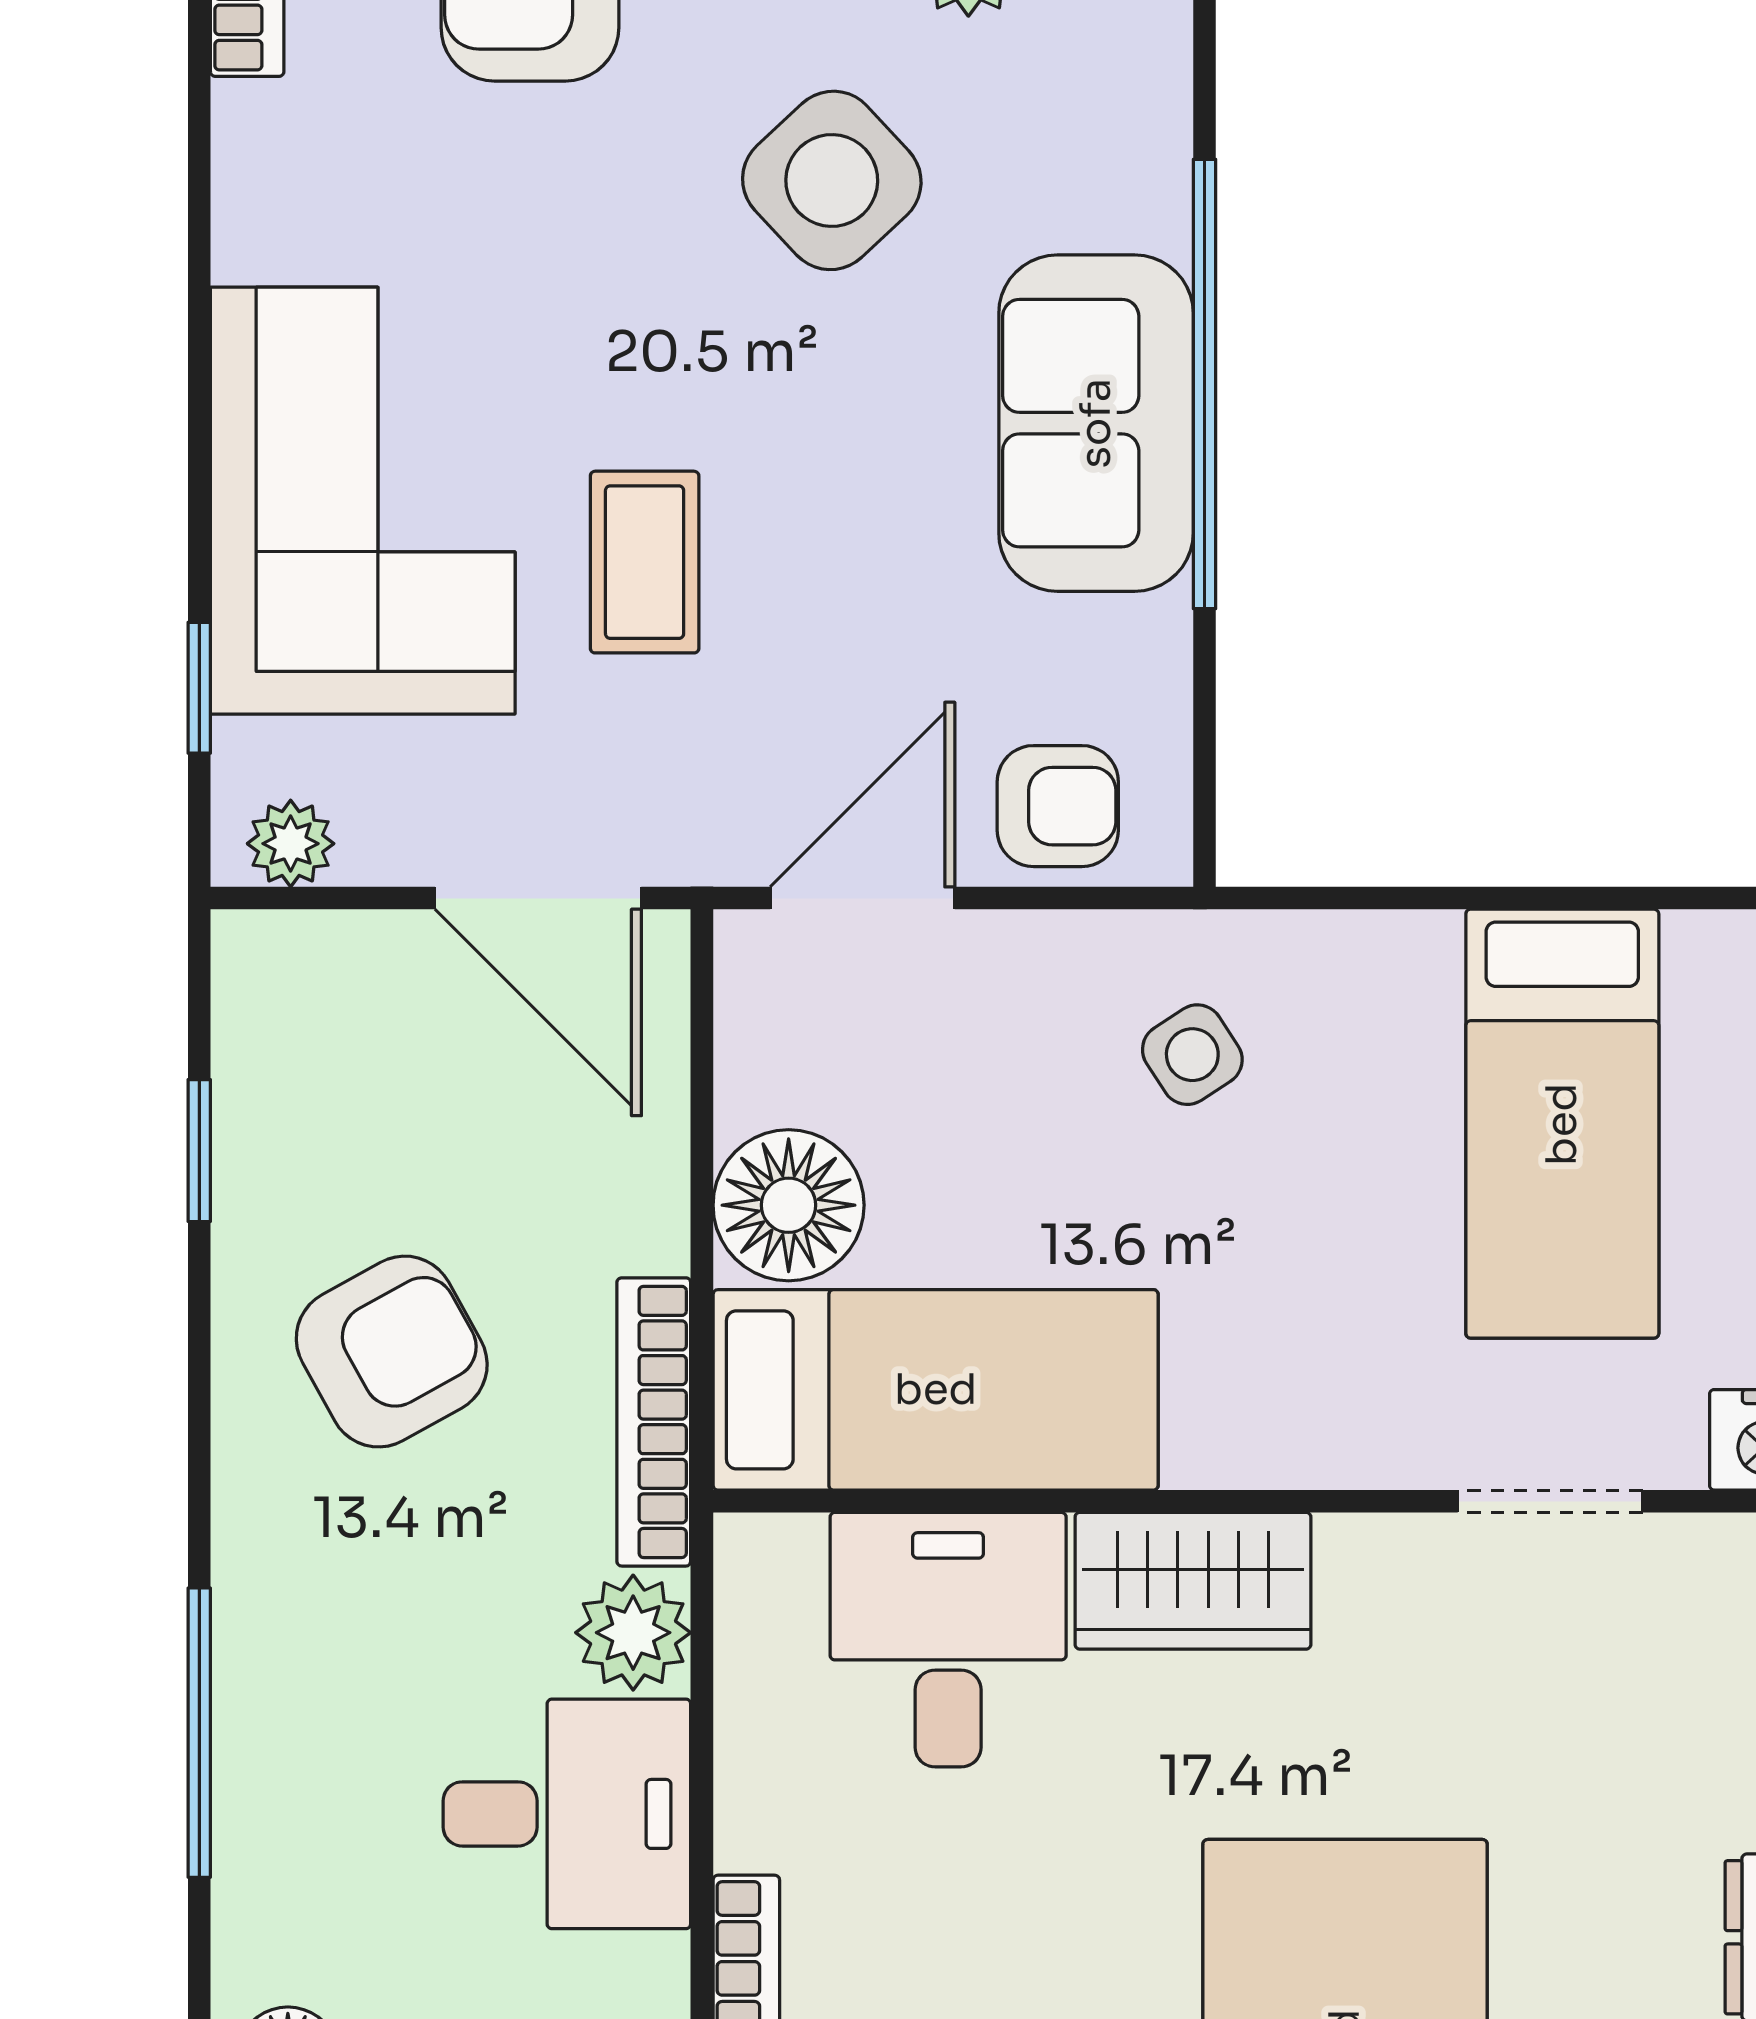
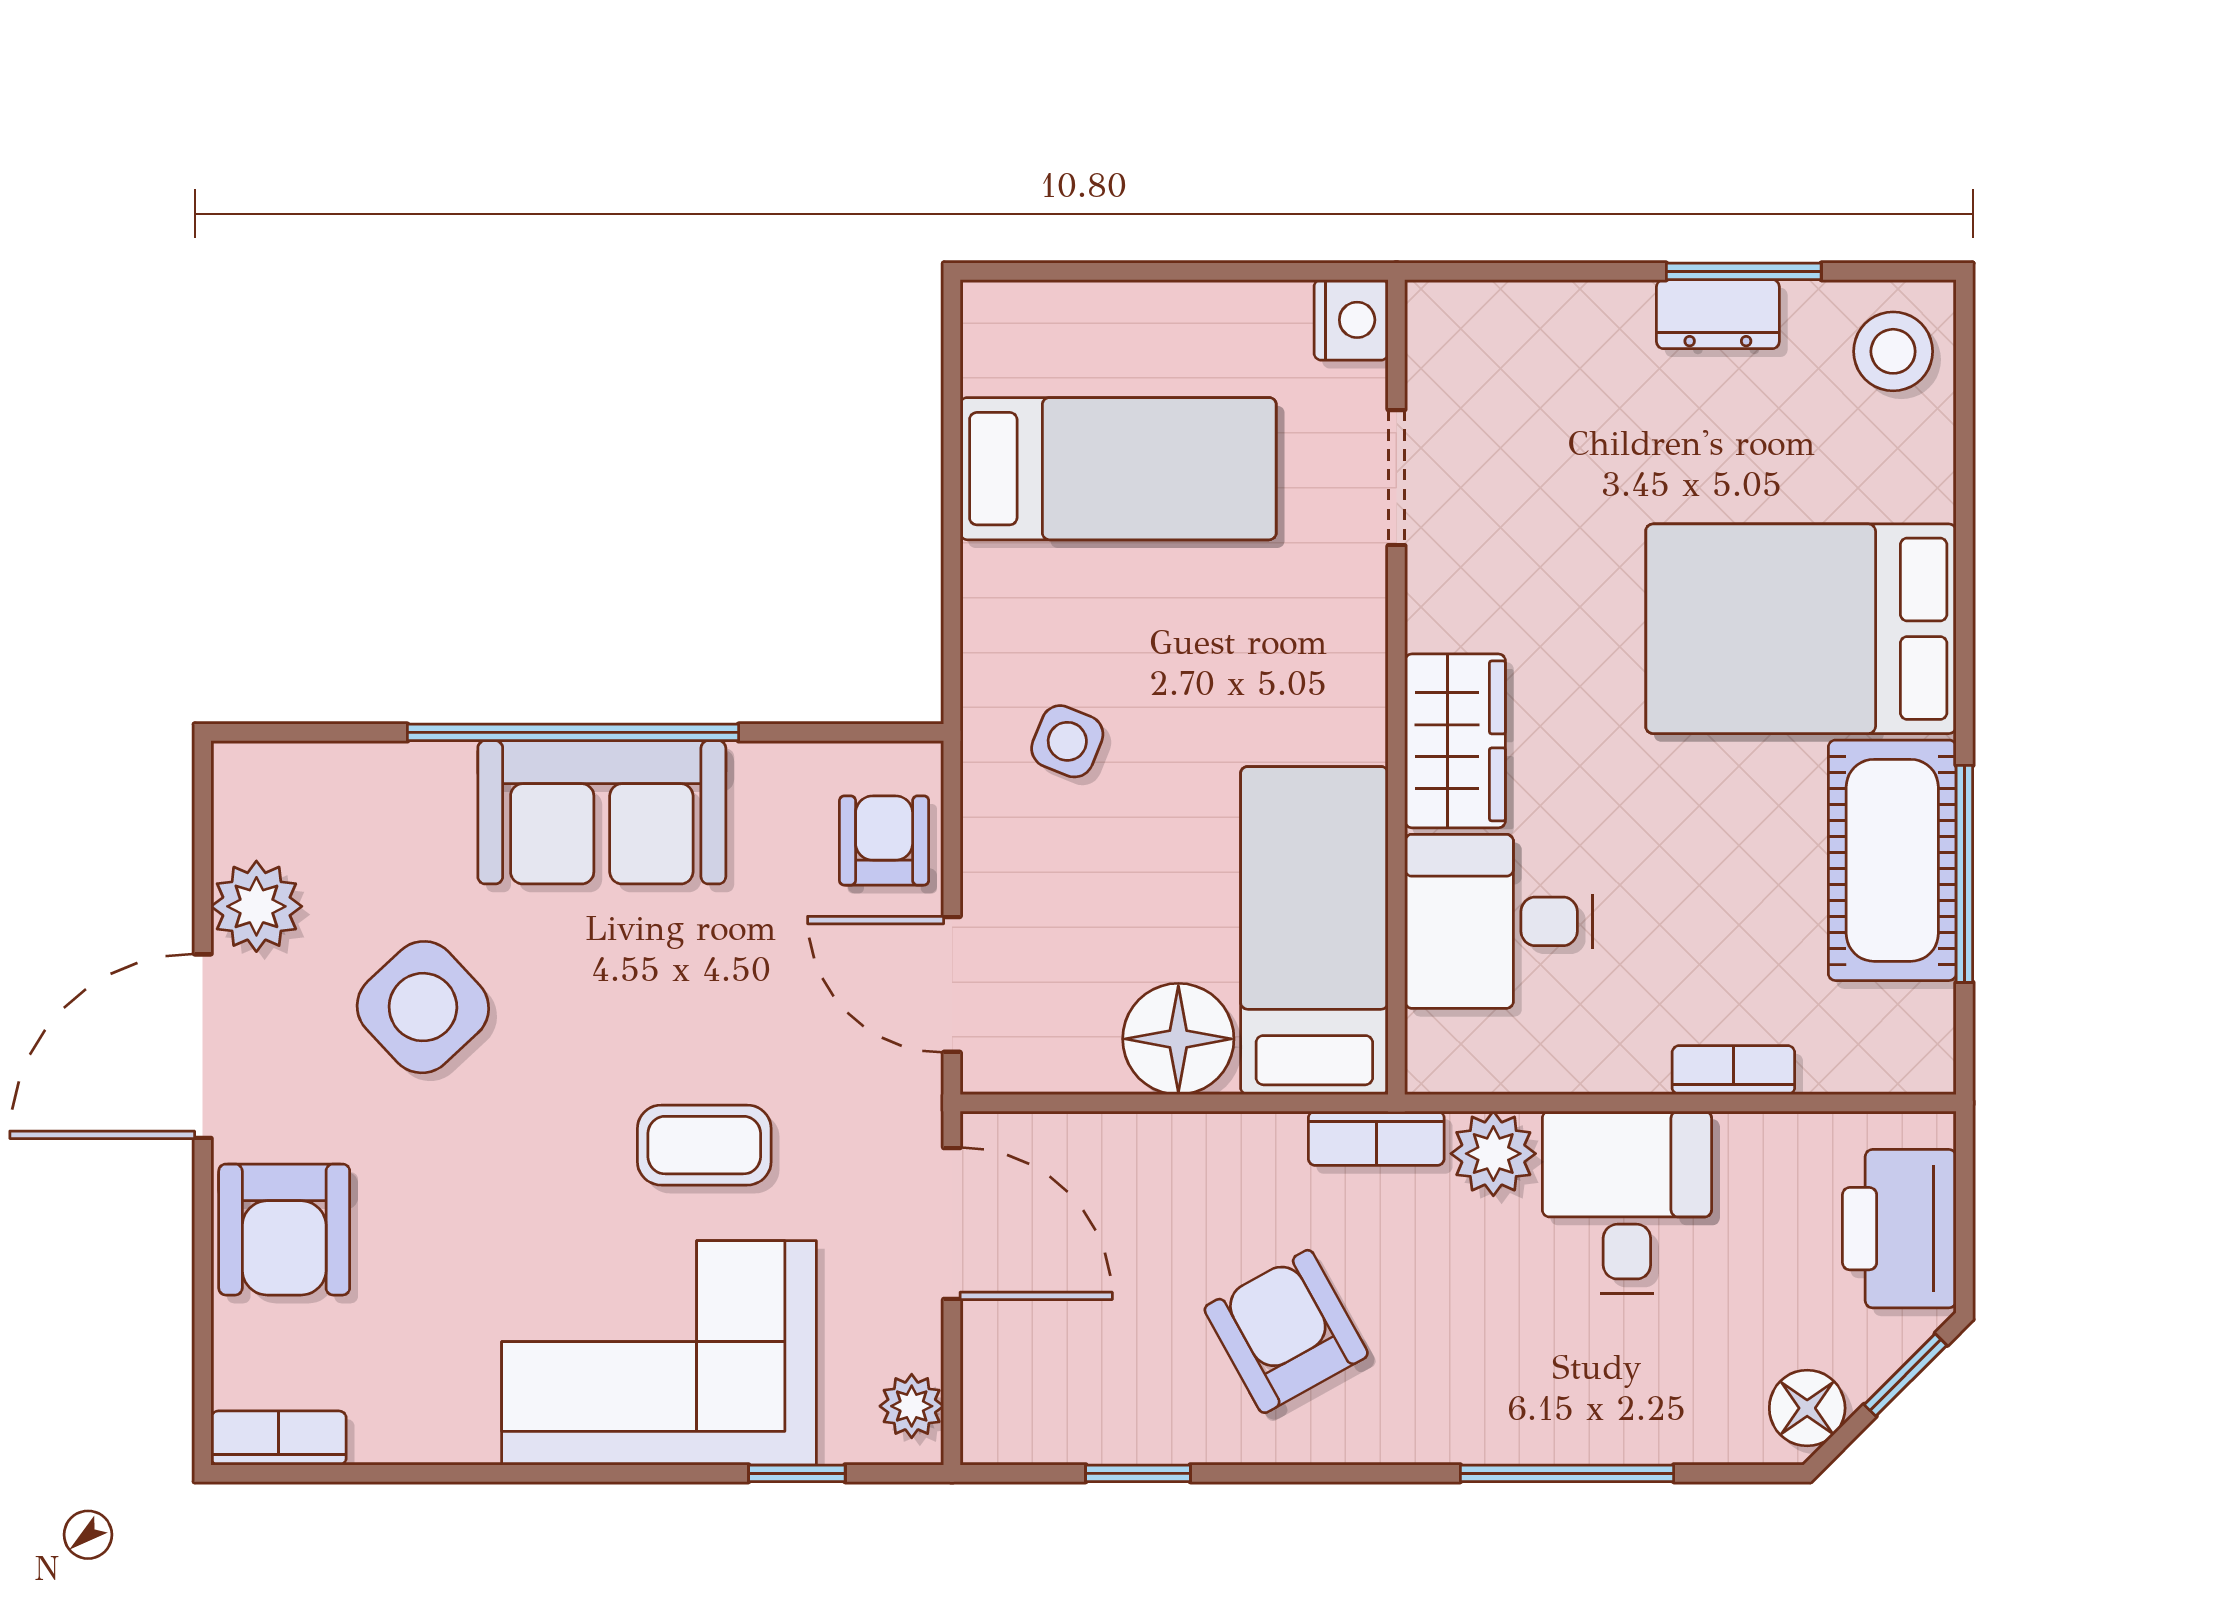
door: (538, 898) -> (952, 1223), hinge flipped
side table: (1192, 1055) -> (1067, 741), turned -35
bookcase: (654, 1422) -> (1376, 1138), width x0.64

